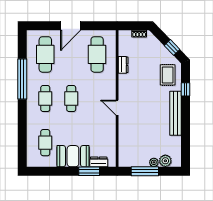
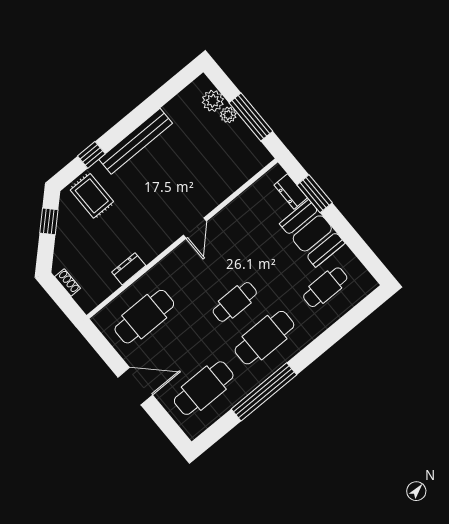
rug: (168, 75) -> (92, 196), turned 90
cafe table: (45, 99) -> (264, 338), width x1.37, depth x1.35

